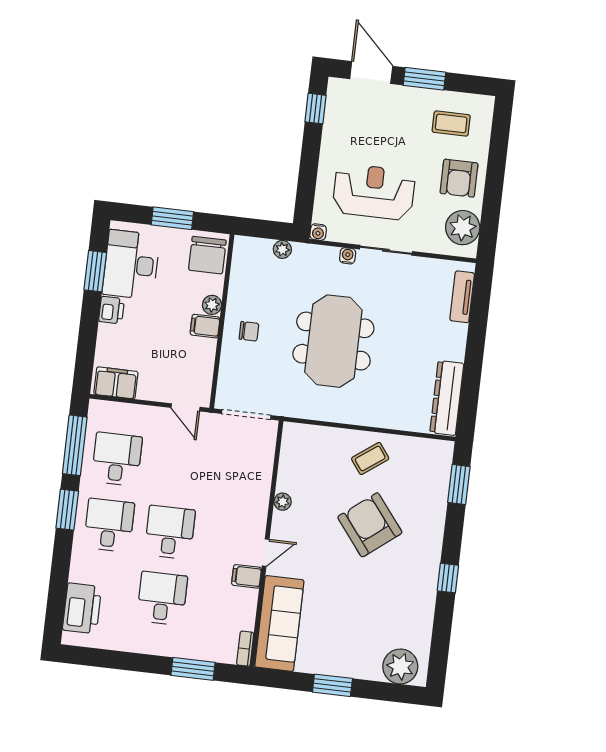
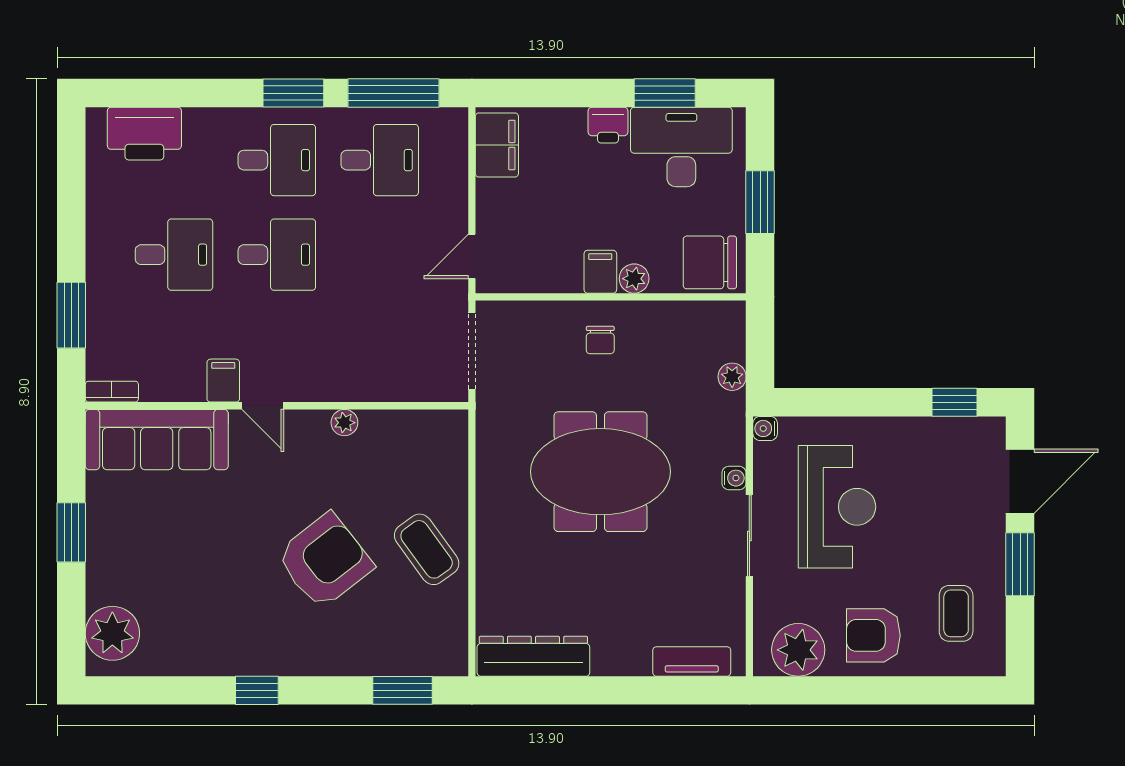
coffee table: (370, 458) -> (427, 549), width x1.36, depth x1.30

